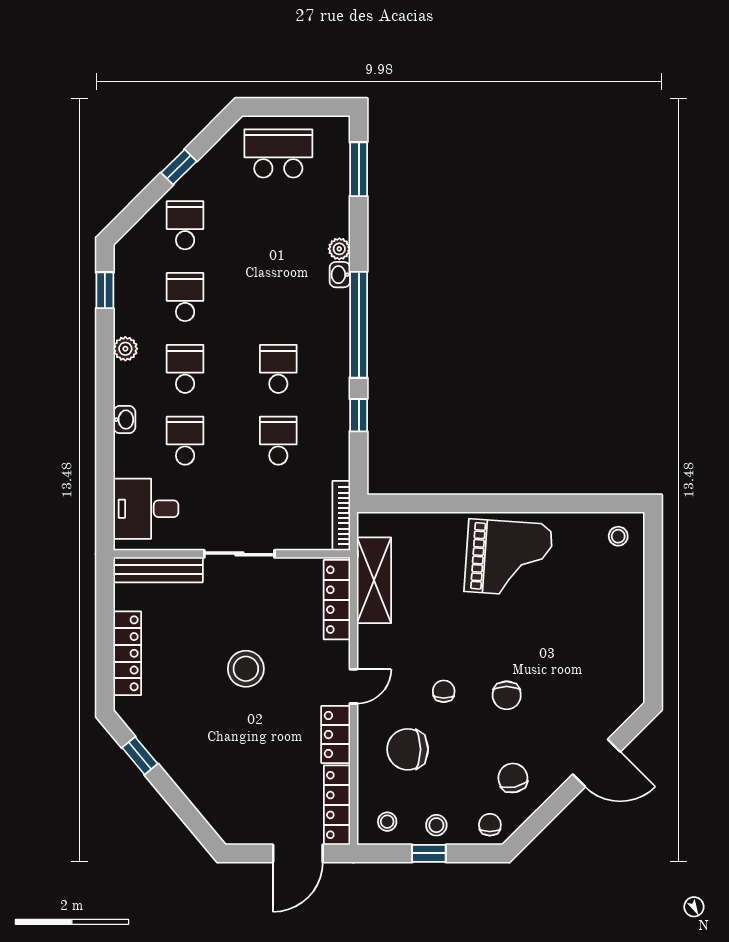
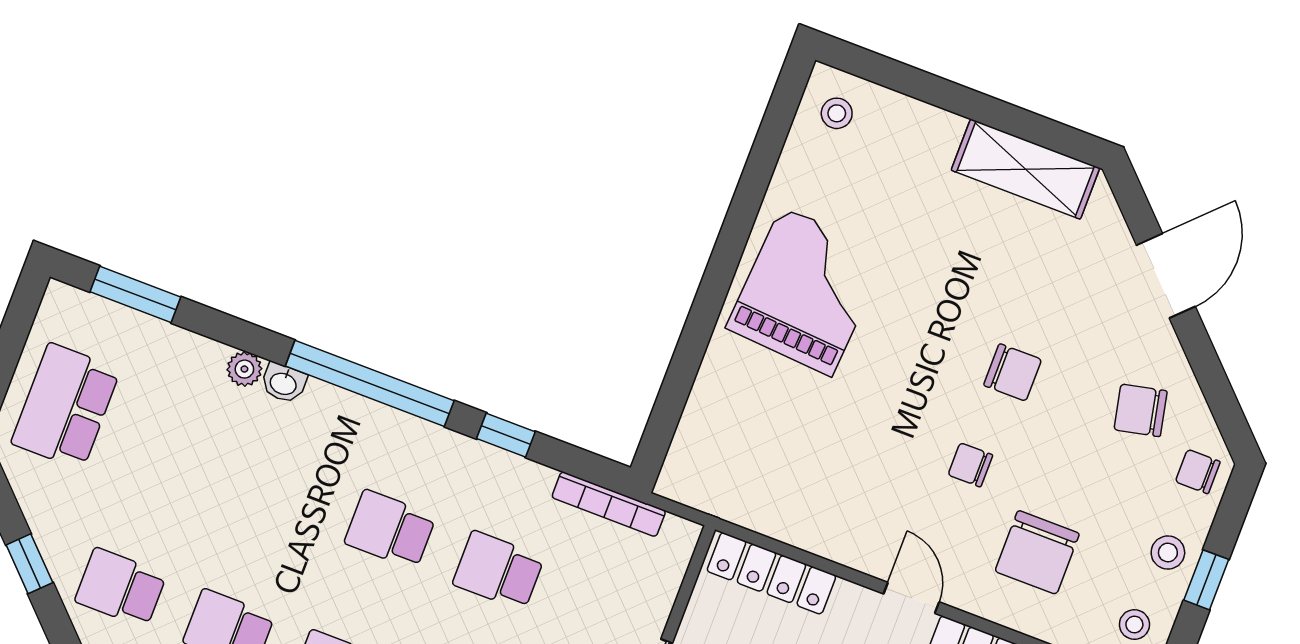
bookcase: (341, 516) -> (609, 504), moved
shelving: (374, 580) -> (1025, 169), moved

